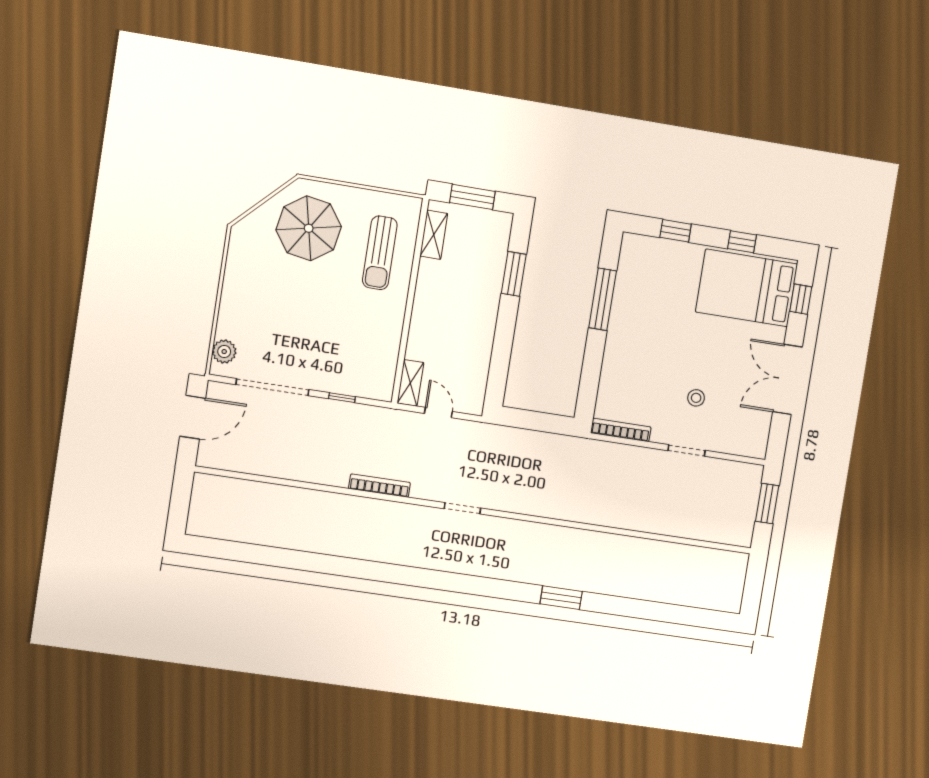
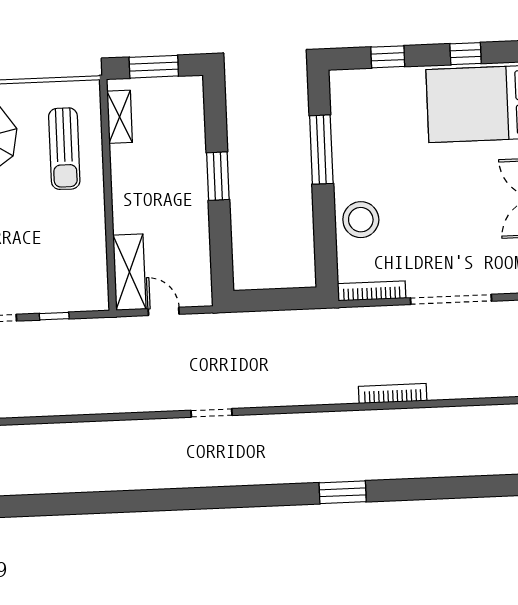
window: (514, 274) -> (218, 176), moved
shelving: (410, 383) -> (129, 272), width x1.50, depth x1.33
stool: (696, 398) -> (361, 220), moved, width x1.89, depth x1.89
doorway: (686, 450) -> (451, 299), width x1.88
bookcase: (379, 486) -> (393, 394), moved

